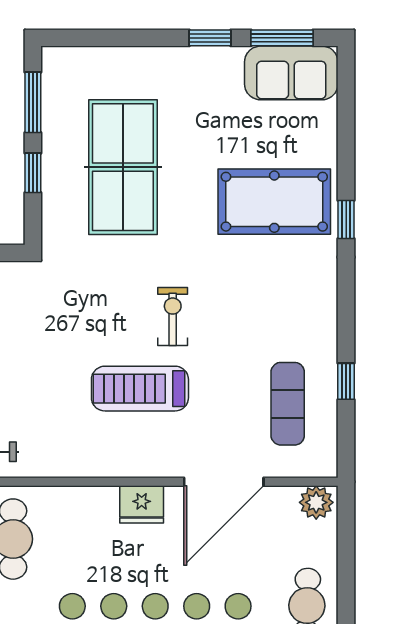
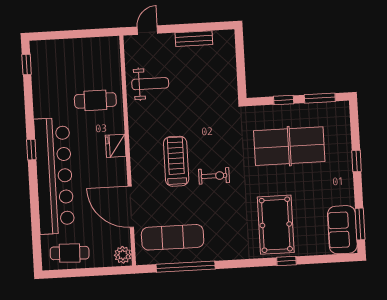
window: (210, 38) -> (356, 161), moved
window: (346, 220) -> (286, 261), moved
window: (346, 381) -> (186, 267), width x3.17
exercise mat: (288, 404) -> (173, 237), width x1.36, depth x1.45
fridge: (142, 504) -> (116, 146), moved

